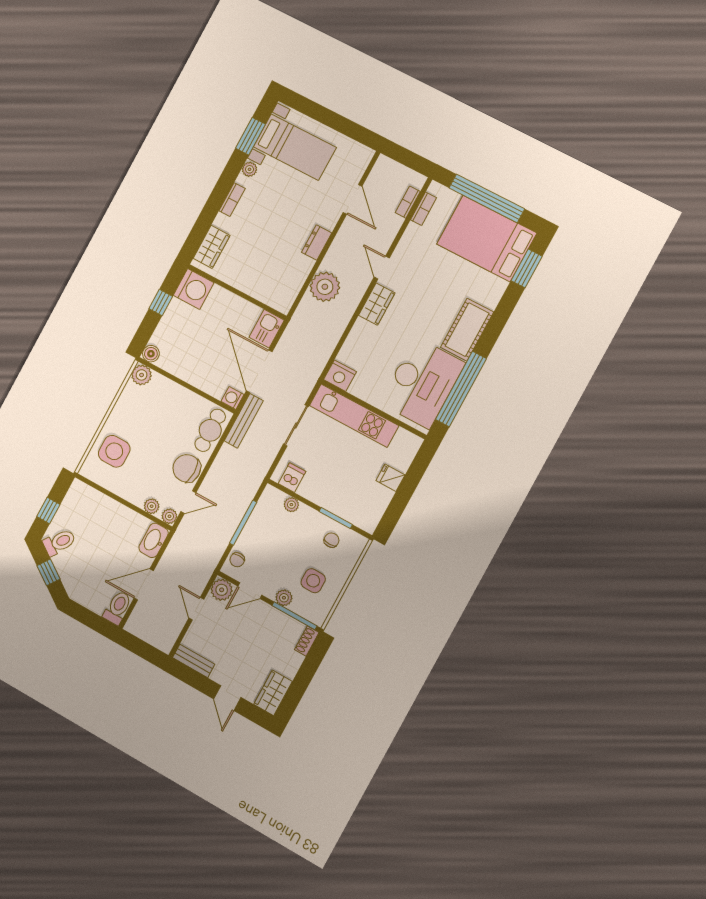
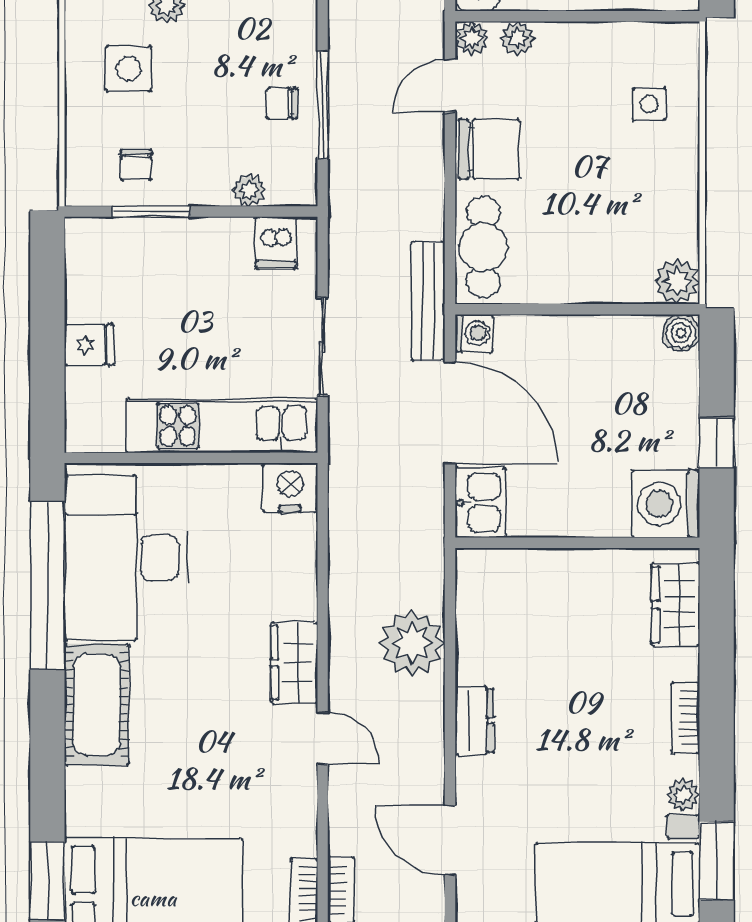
side table: (114, 451) -> (649, 104), width x0.54, depth x0.54
chair: (237, 560) -> (282, 103), moved, turned -90

